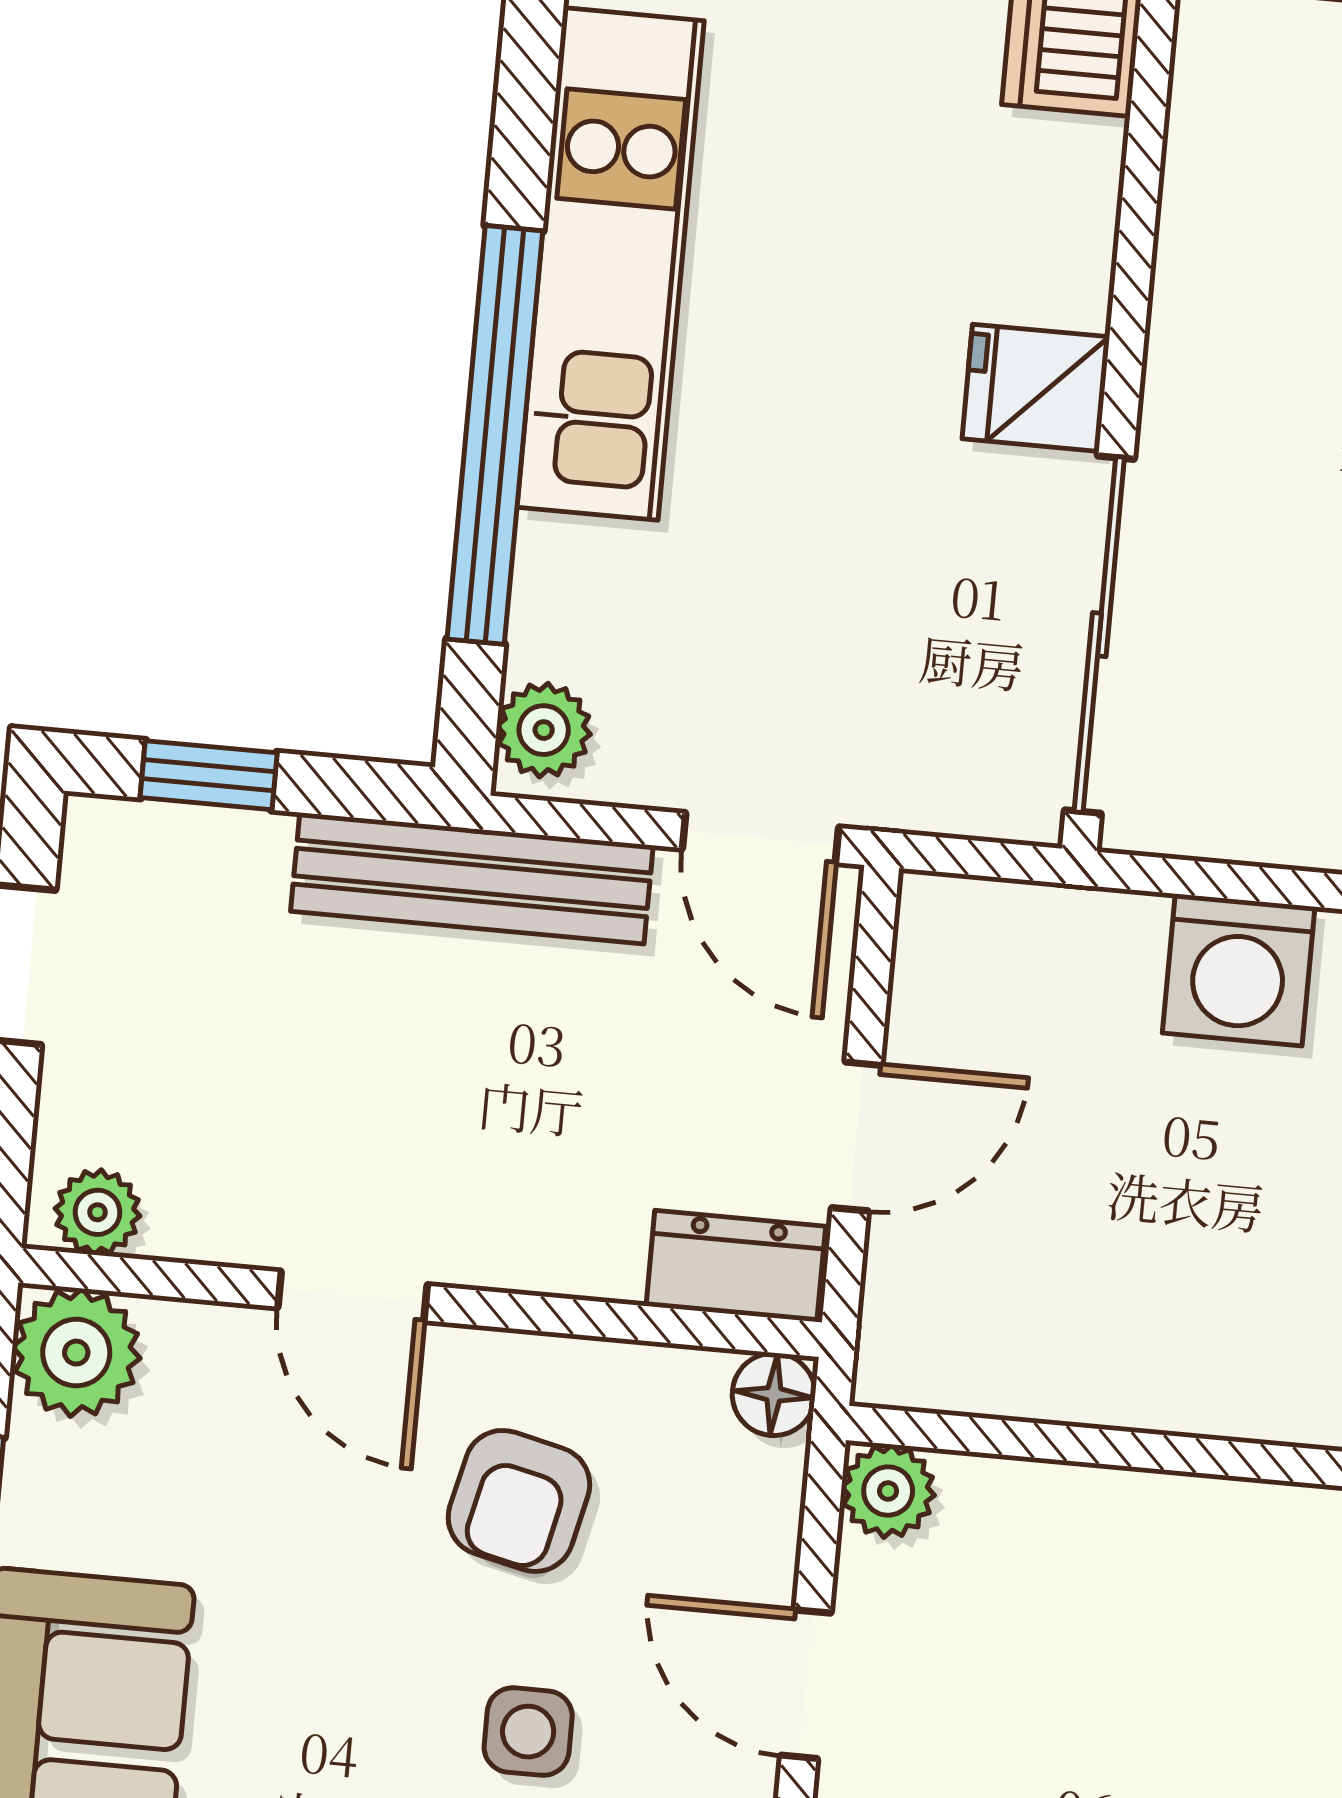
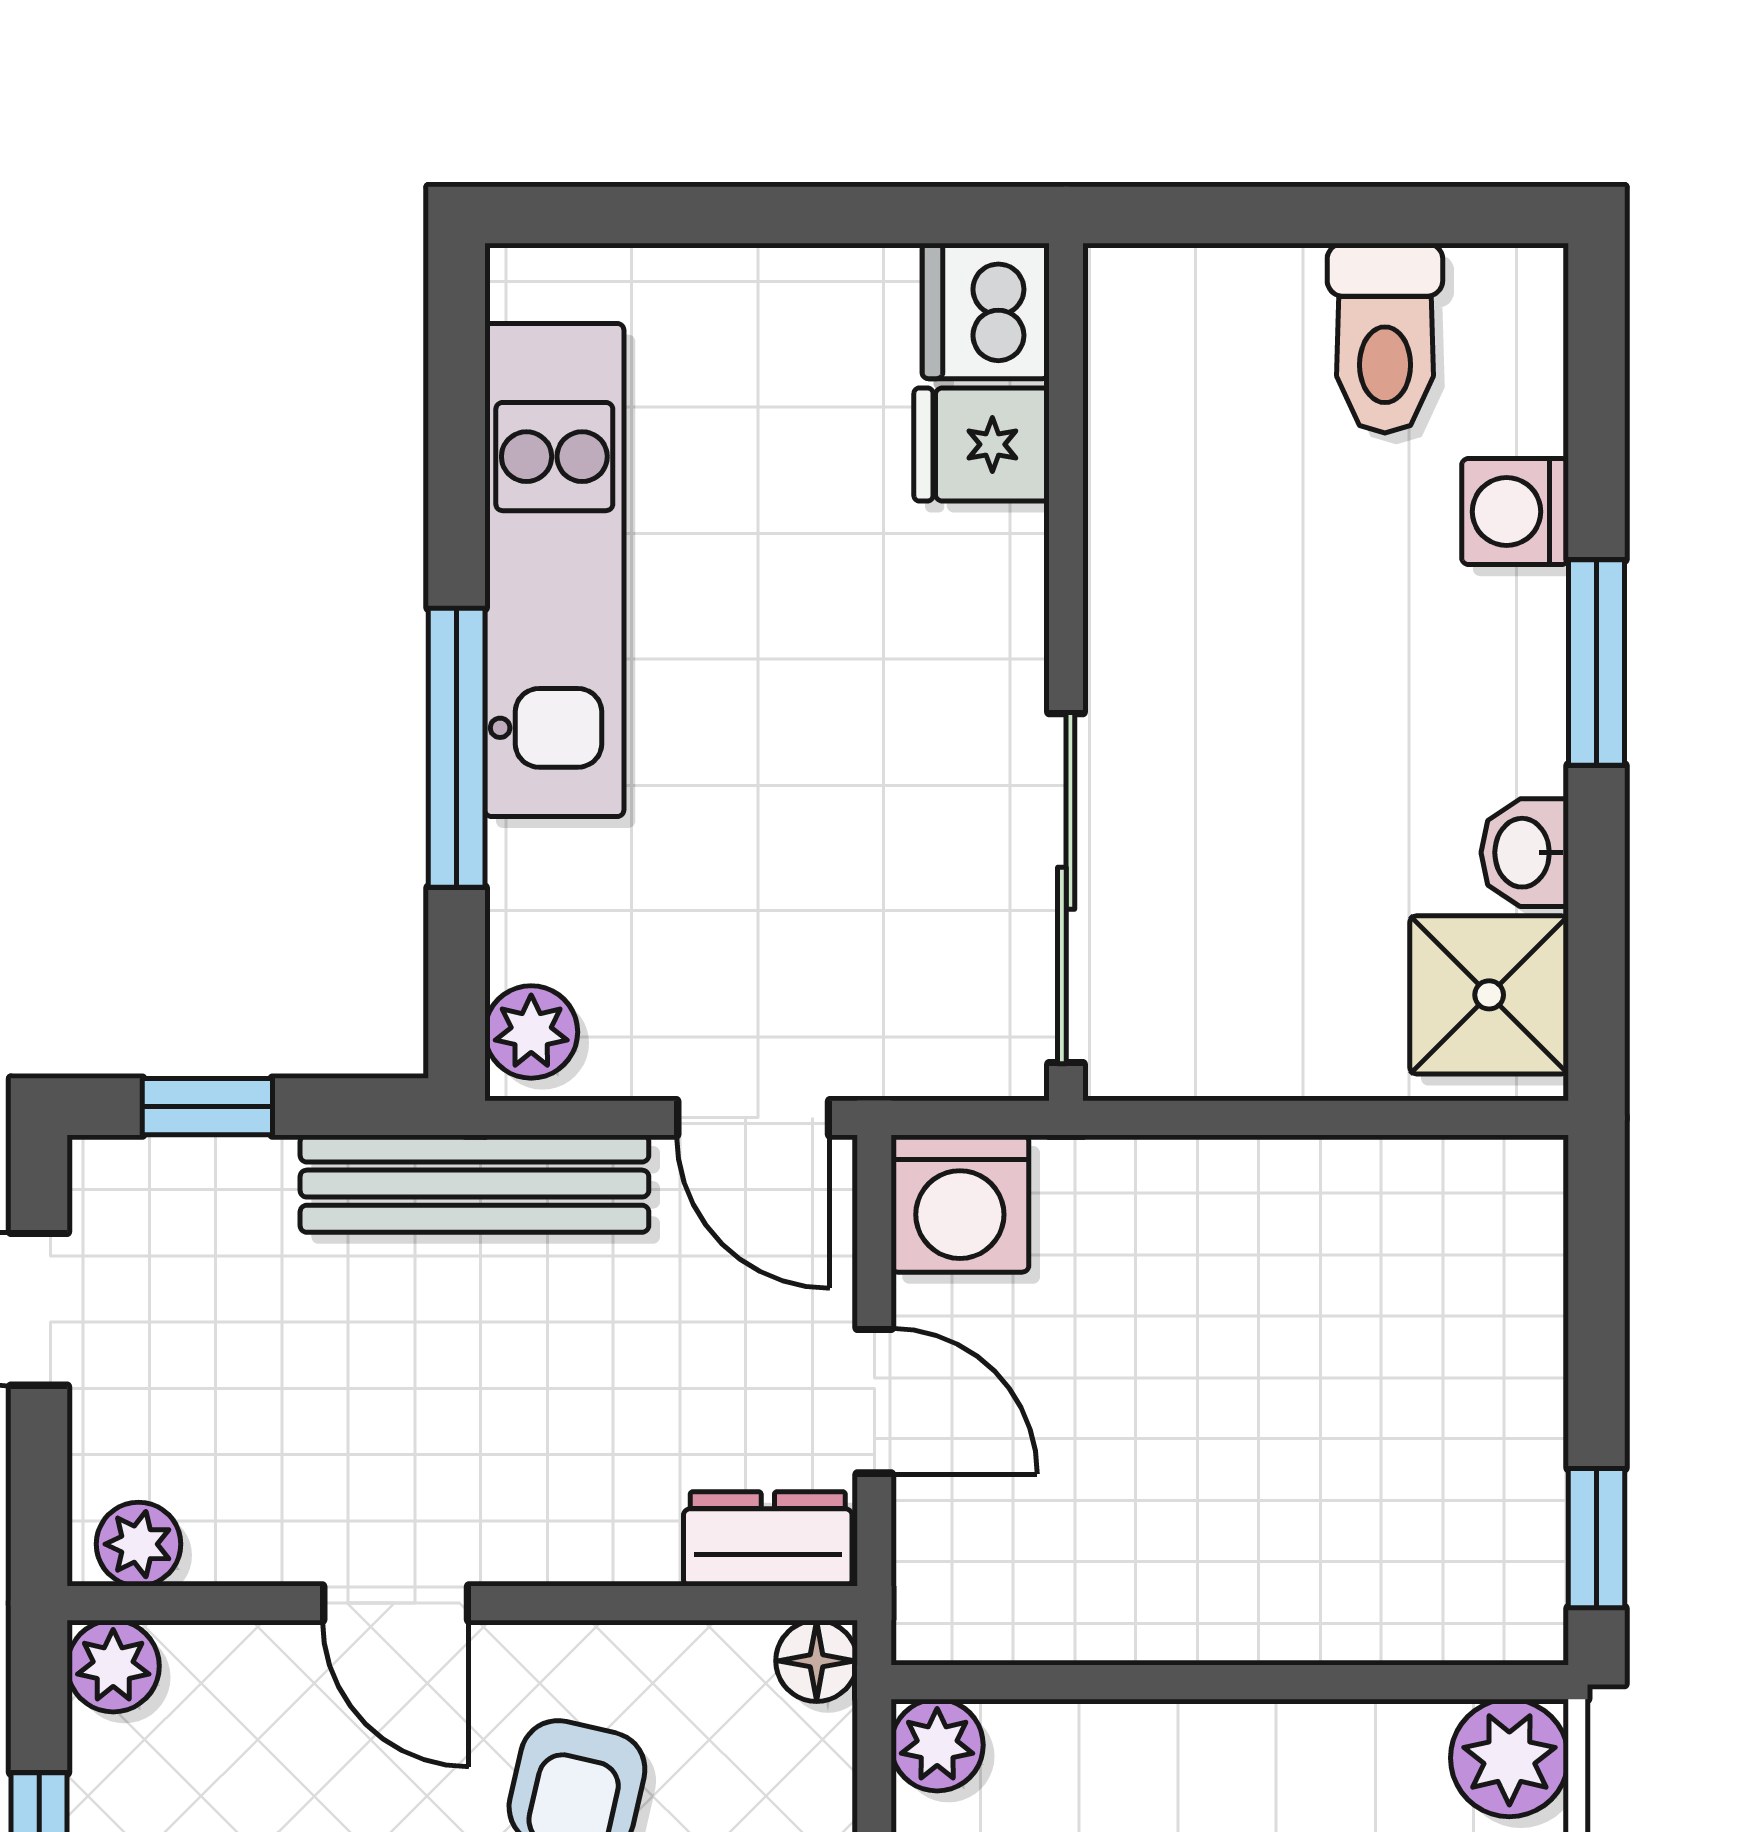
fridge: (1036, 388) -> (982, 444), moved
window: (495, 435) -> (457, 748), width x0.68
washing machine: (1239, 970) -> (960, 1204), moved
door: (857, 1136) -> (874, 1401), hinge flipped
plant: (76, 1353) -> (113, 1666), width x0.73, depth x0.73

